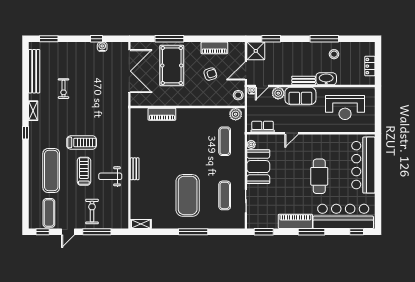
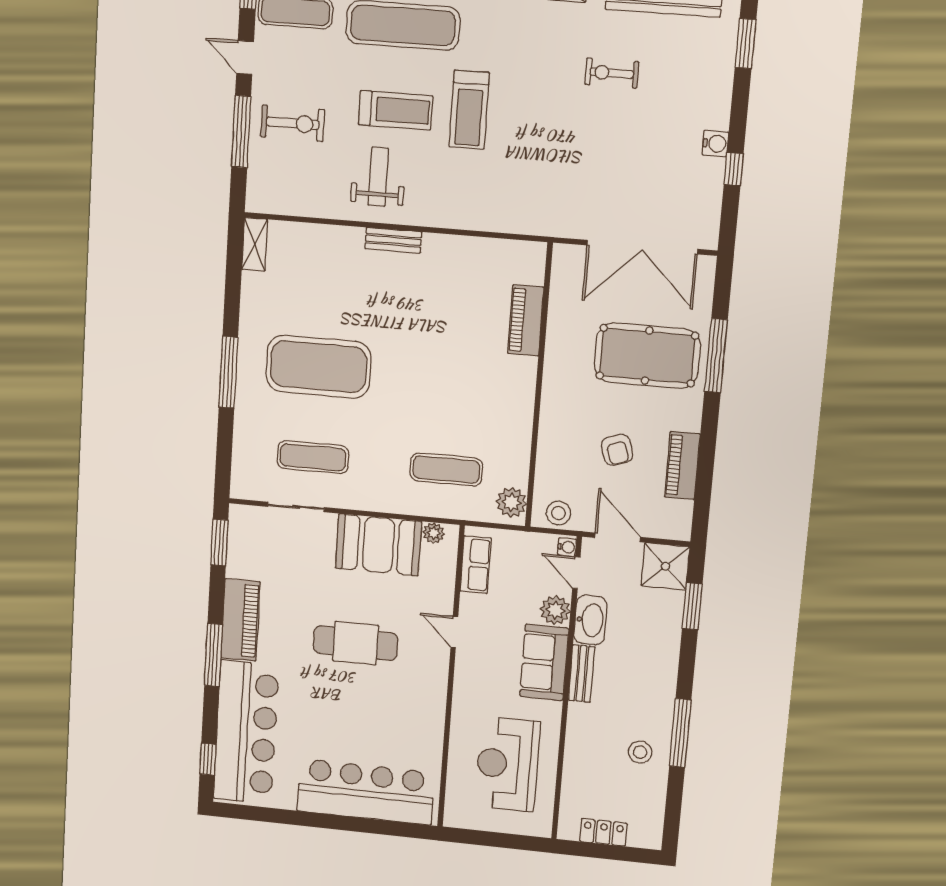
water cooler: (102, 47) -> (715, 143), moved
washbasin: (326, 79) -> (590, 620), moved
cafe table: (319, 176) -> (355, 643), moved

